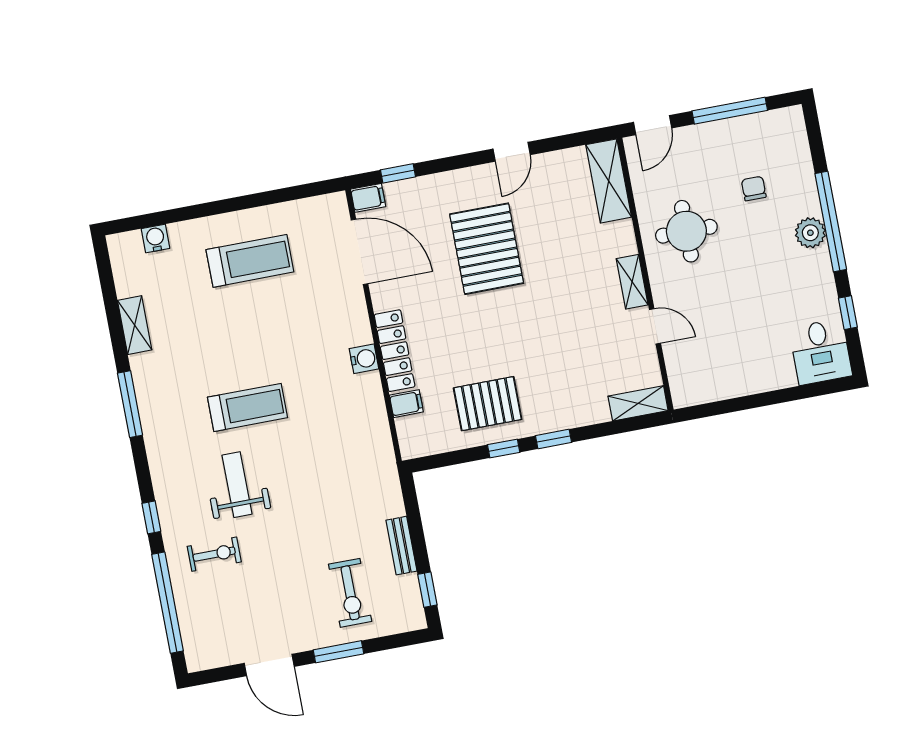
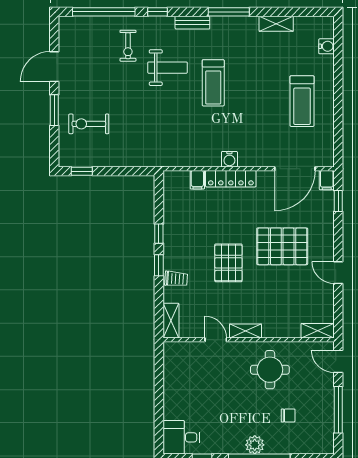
shelving: (609, 181) -> (318, 331), width x0.67, depth x0.75
door: (655, 326) -> (216, 340), swing flipped
pallet: (488, 404) -> (228, 263), moved
trolley: (570, 408) -> (176, 279), added
bench: (401, 546) -> (192, 23), moved

